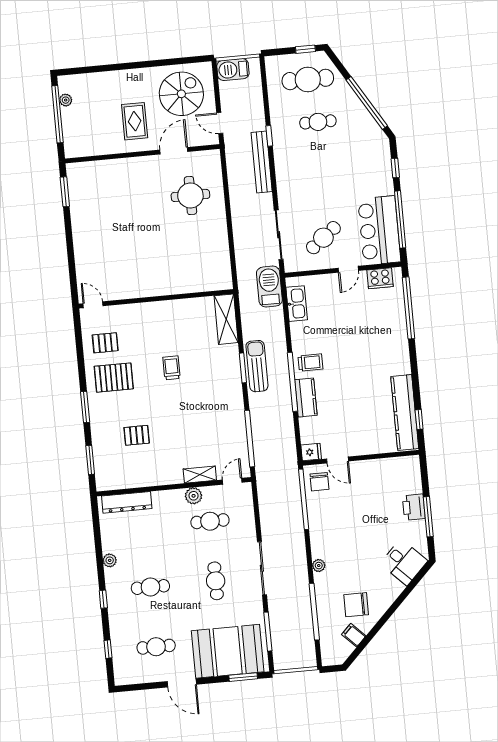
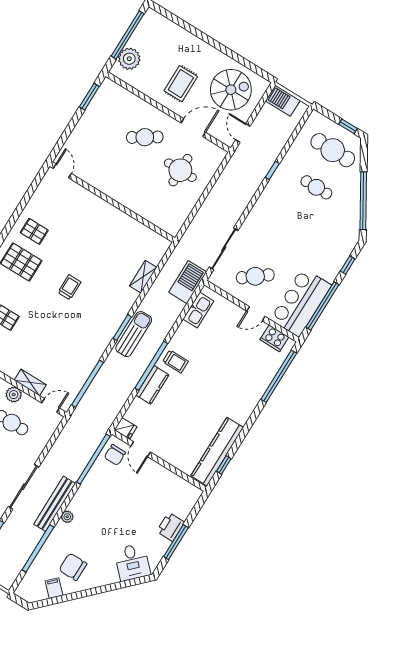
plant: (66, 100) -> (129, 59), moved, width x1.87, depth x1.87
bench: (262, 162) -> (55, 504), moved
cafe table: (139, 190) -> (145, 137), added
wall: (156, 299) -> (112, 202), moved
door: (93, 305) -> (62, 171), moved
shelving: (226, 319) -> (143, 277), width x0.67, depth x0.75

